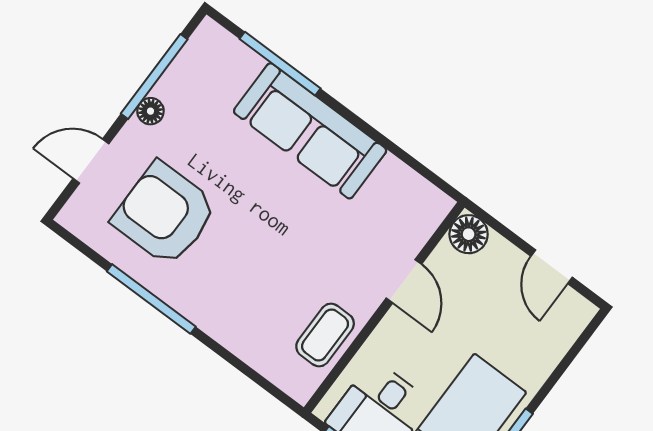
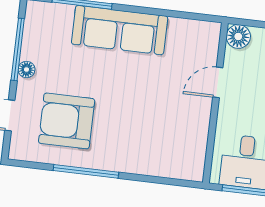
door: (404, 281) -> (218, 82), swing flipped
coffee table: (325, 335) -> (192, 136), removed

